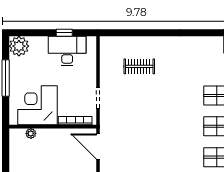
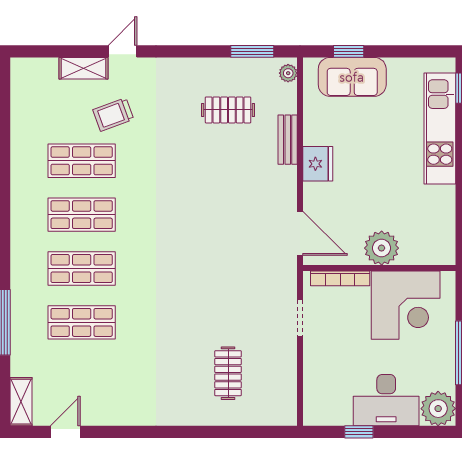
desk: (67, 51) -> (386, 400), moved
clothes rail: (139, 66) -> (228, 373), turned 90
plant: (31, 133) -> (382, 248), moved, width x1.88, depth x1.88

